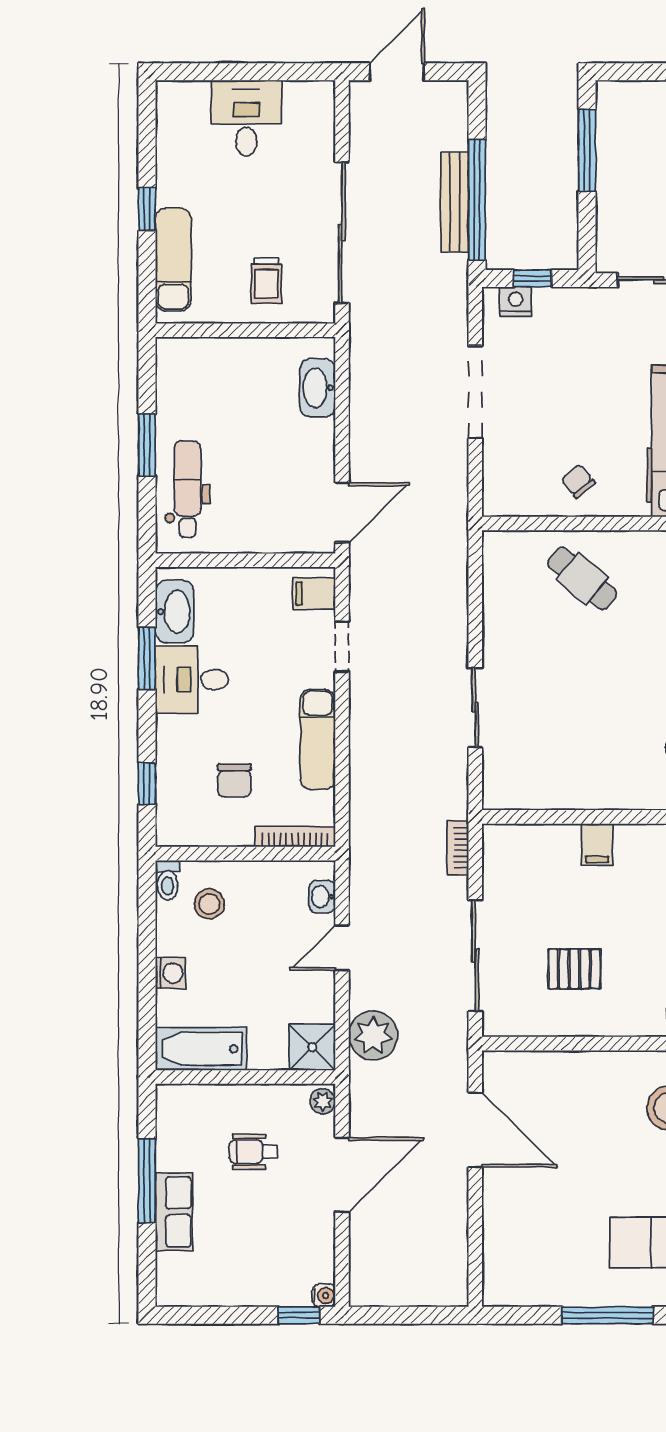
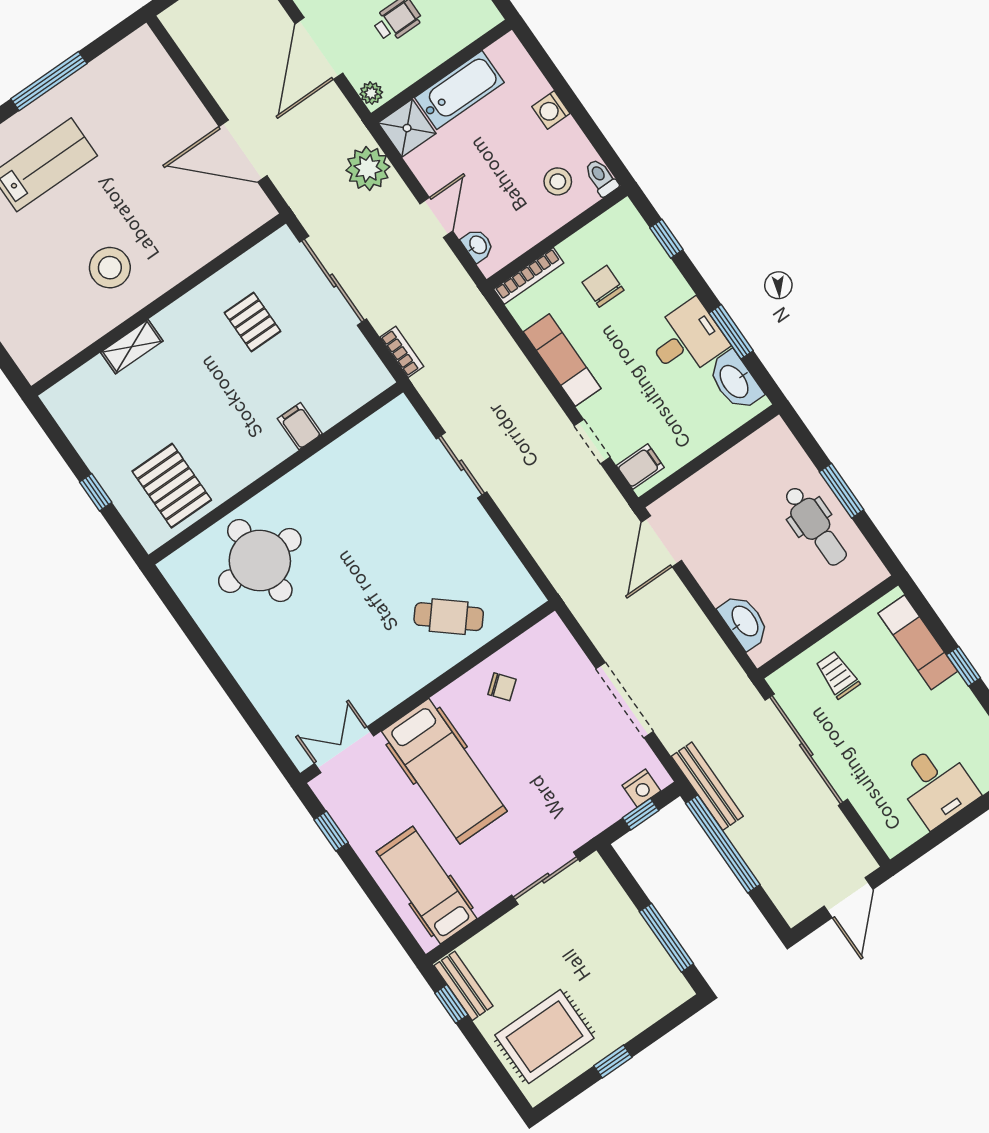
bench: (455, 202) -> (707, 786), moved
dental chair: (188, 489) -> (815, 526), moved
pallet: (574, 969) -> (253, 322), turned 90
bathtub: (201, 1049) -> (459, 90), moved

